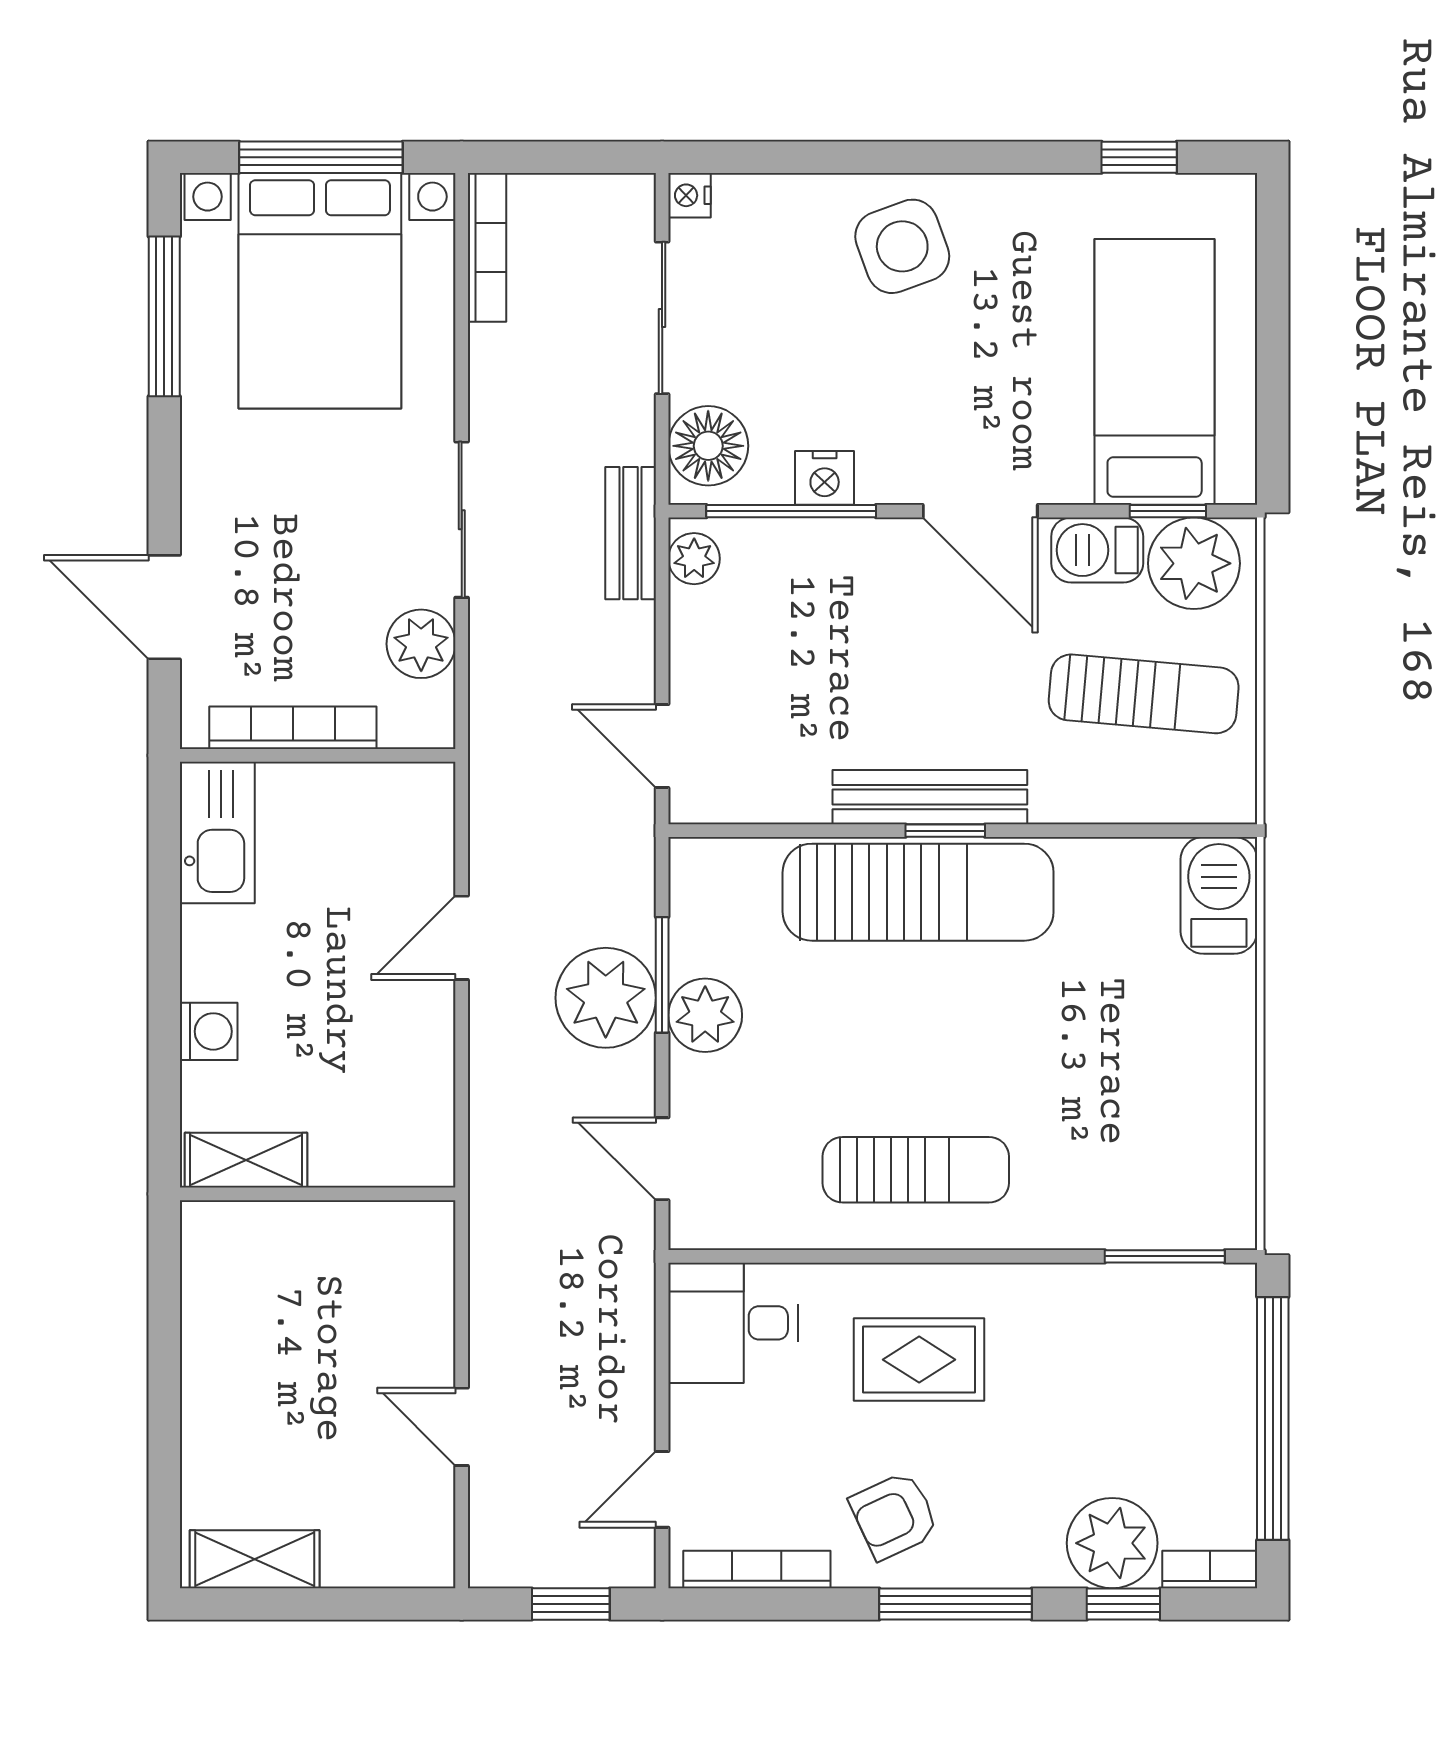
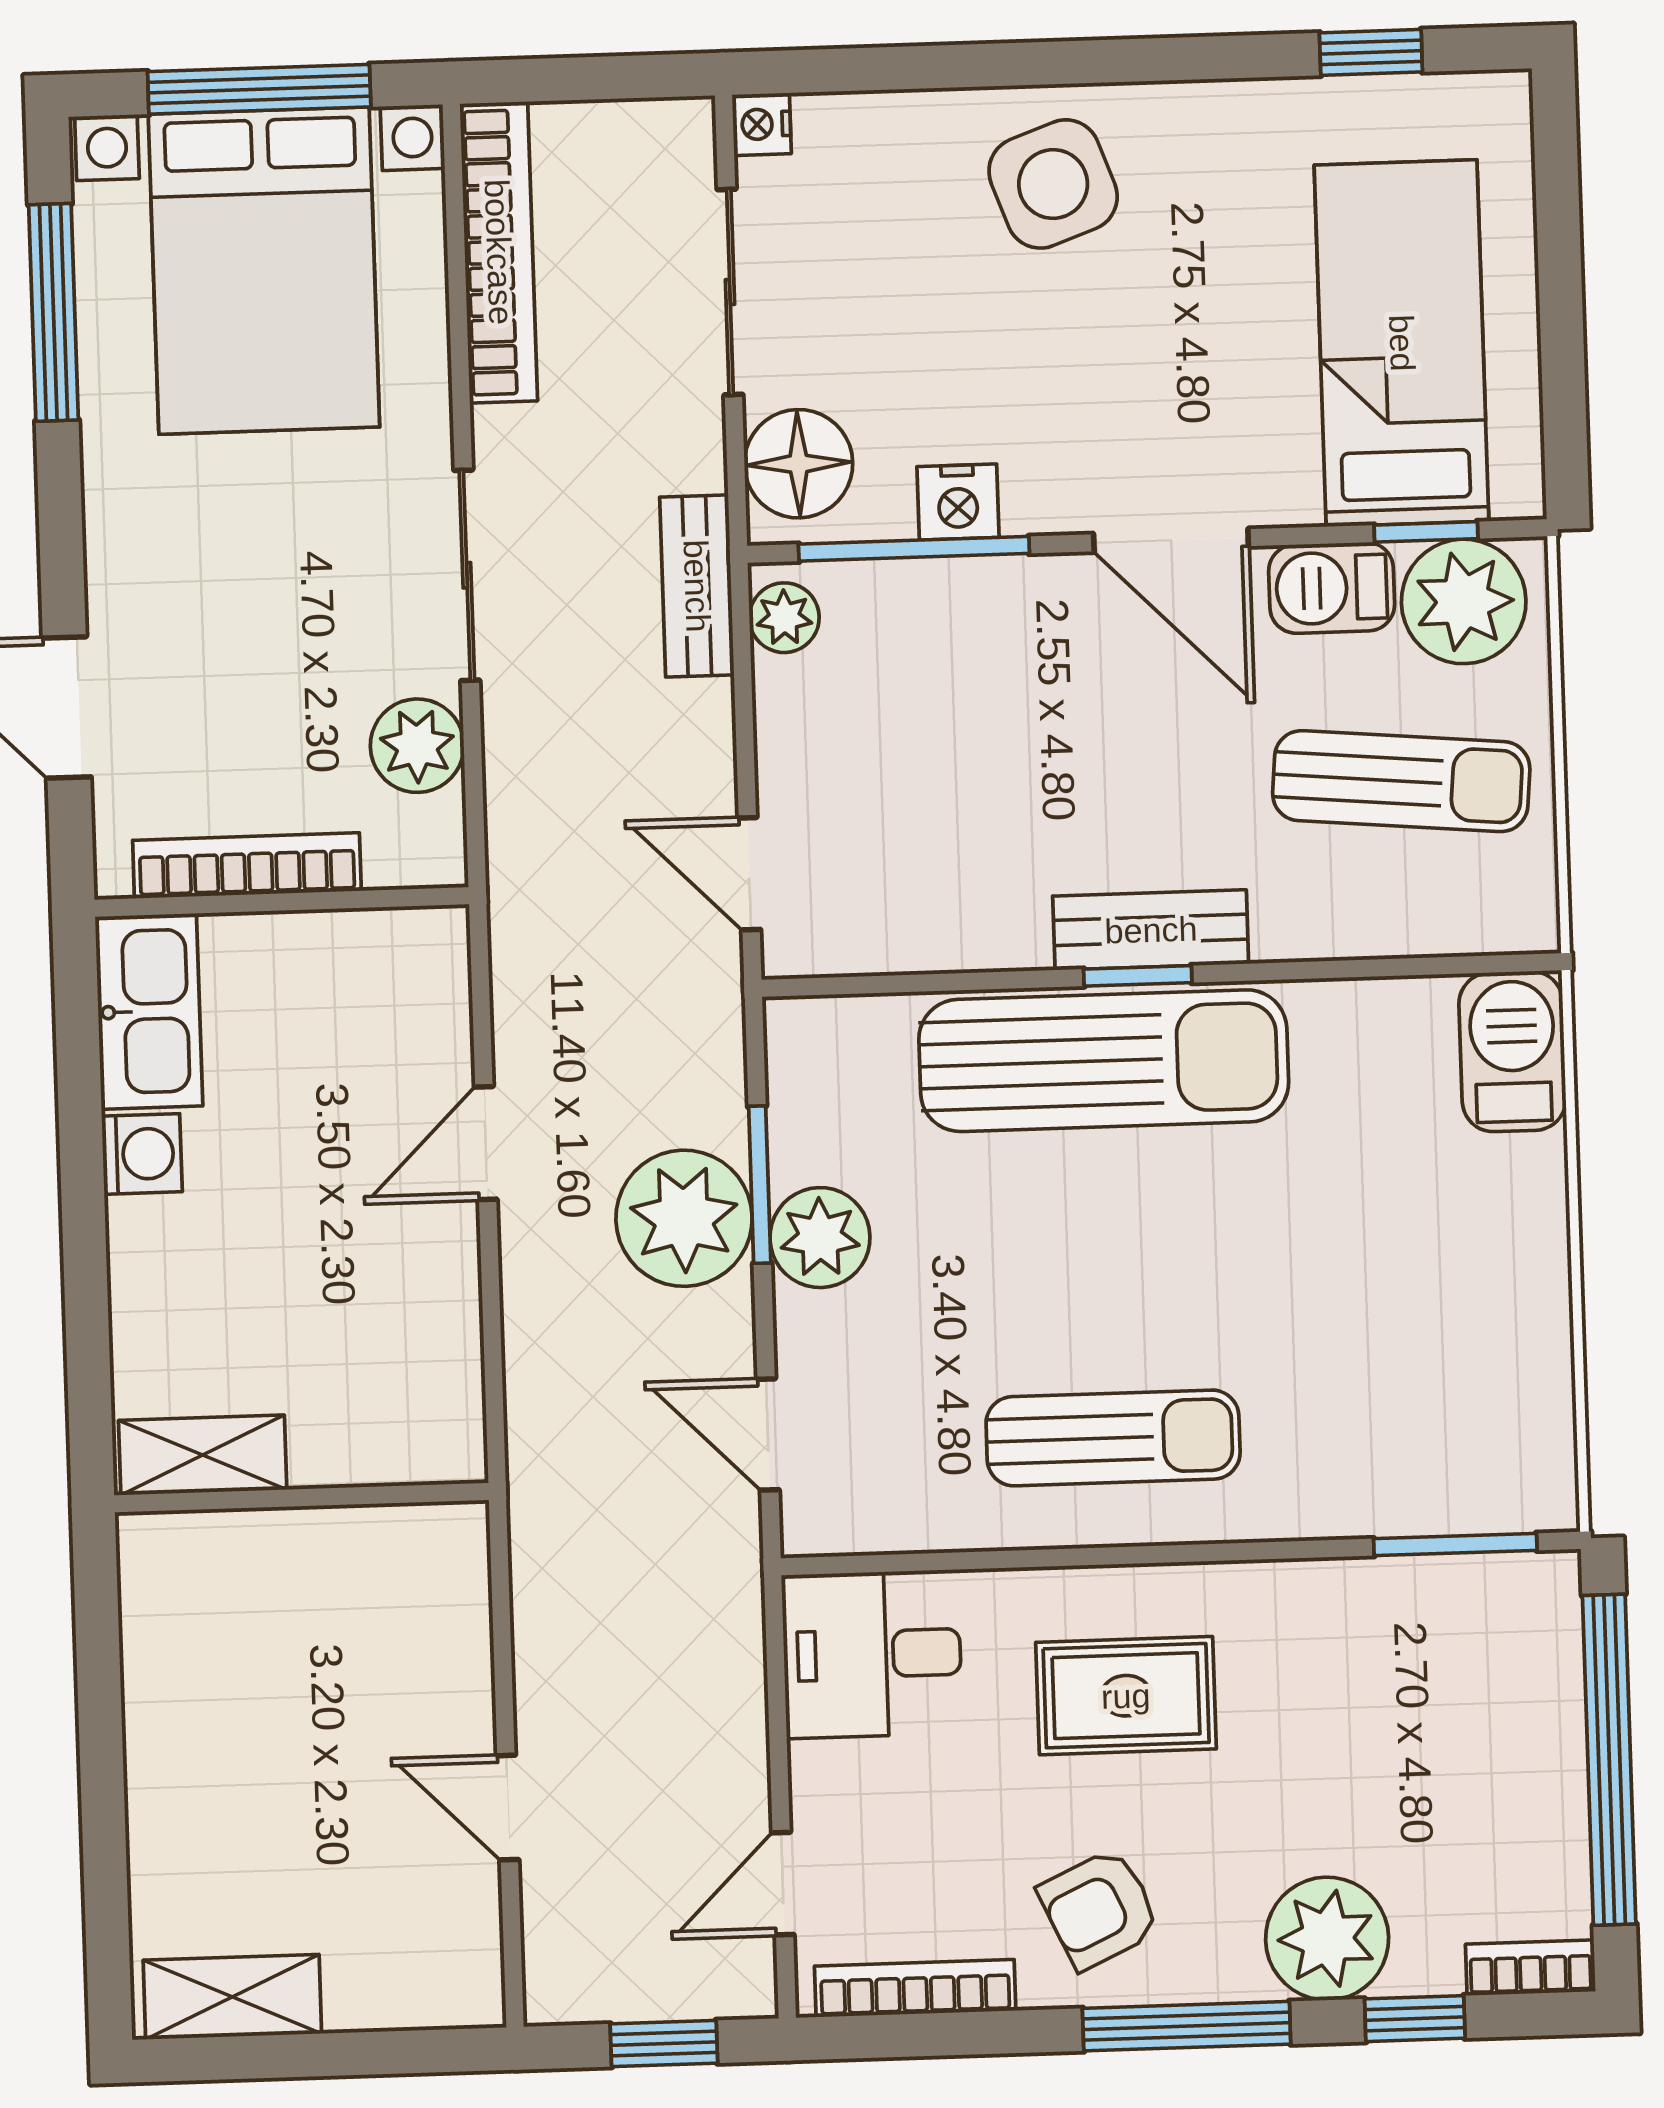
bookcase: (487, 247) -> (499, 252), width x1.48, depth x1.31
bench: (930, 797) -> (1151, 930), width x0.73
washing machine: (209, 1031) -> (142, 1154), moved
plant: (1112, 1543) -> (1327, 1939), moved

